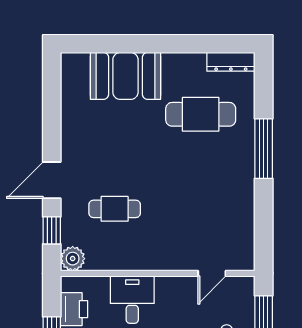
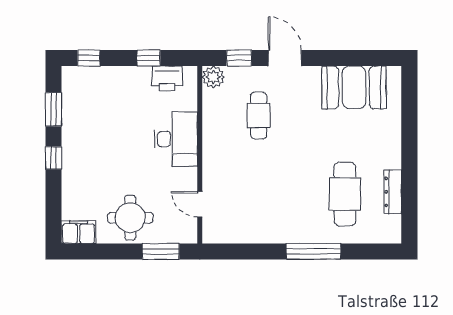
dresser: (231, 62) -> (393, 192), moved
booth: (125, 76) -> (354, 87), moved, turned 90
desk: (132, 300) -> (176, 139), width x1.37

